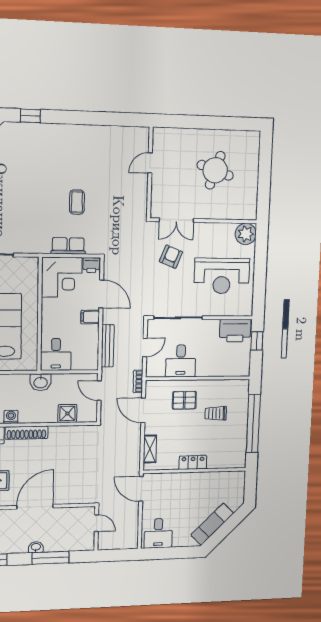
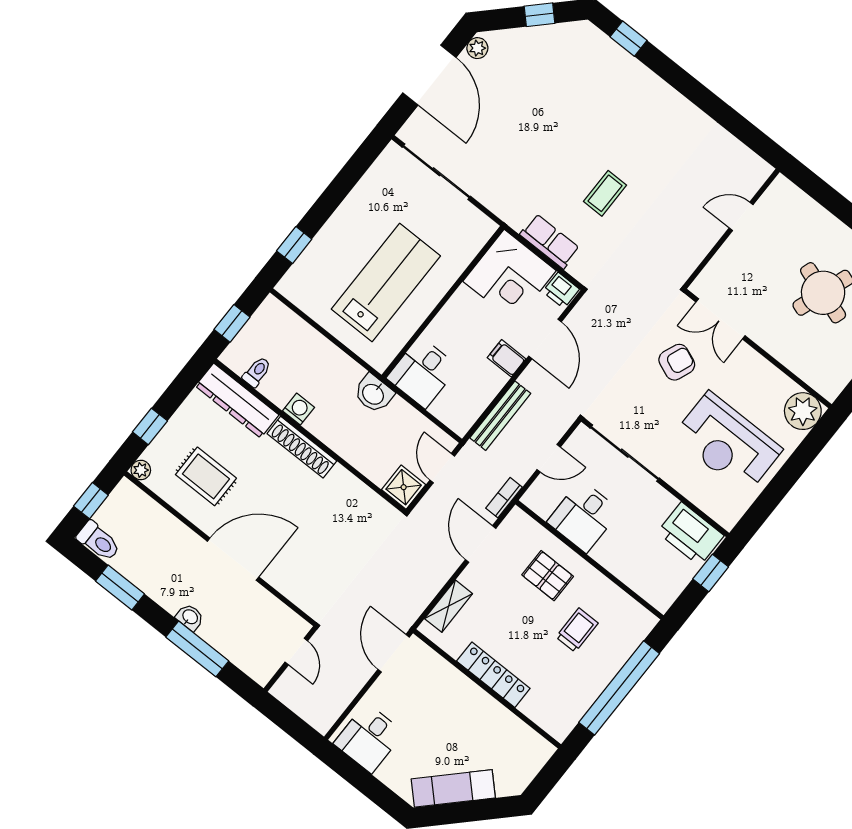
shower: (67, 413) -> (404, 487), moved
trolley: (216, 413) -> (577, 630), turned 90
locker: (193, 462) -> (493, 675), width x1.53

